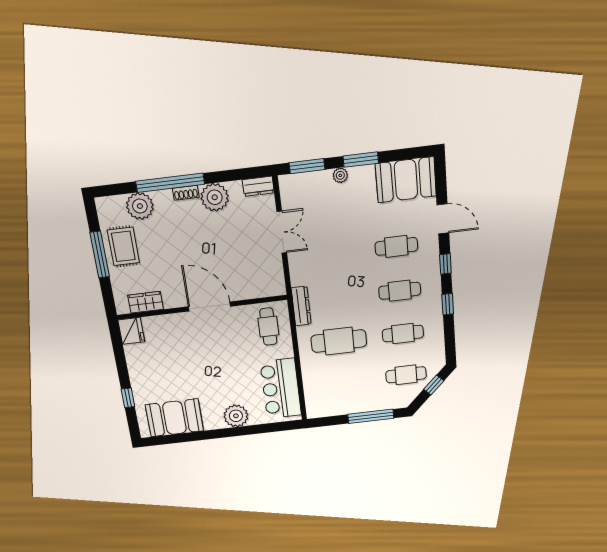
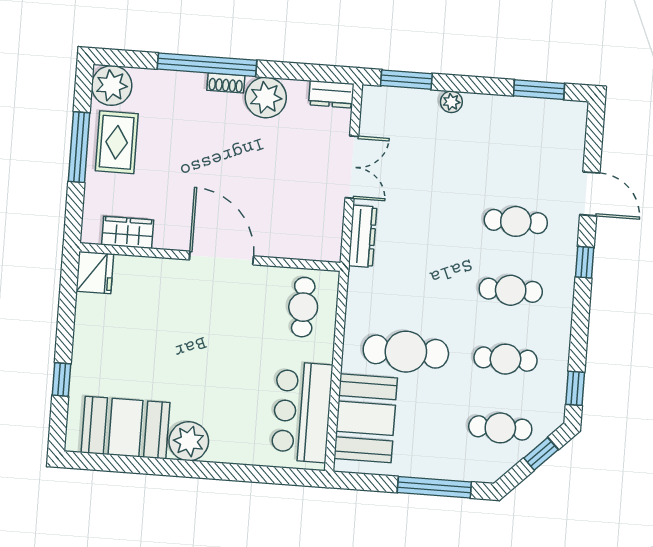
window: (361, 160) -> (539, 90), moved
booth: (406, 180) -> (366, 418), moved, turned 90
plant: (140, 206) -> (112, 86), moved
window: (448, 304) -> (575, 388), moved
dresser: (301, 306) -> (363, 236), moved
plant: (236, 416) -> (189, 441), moved

